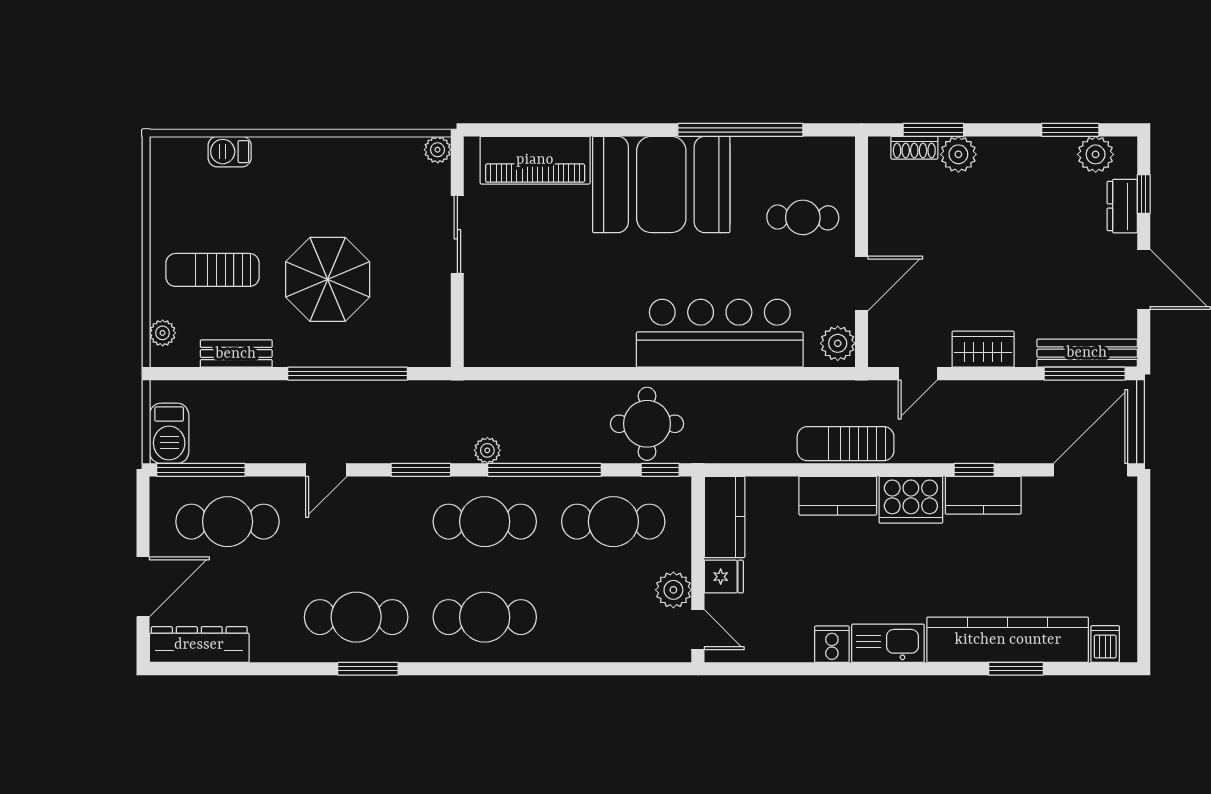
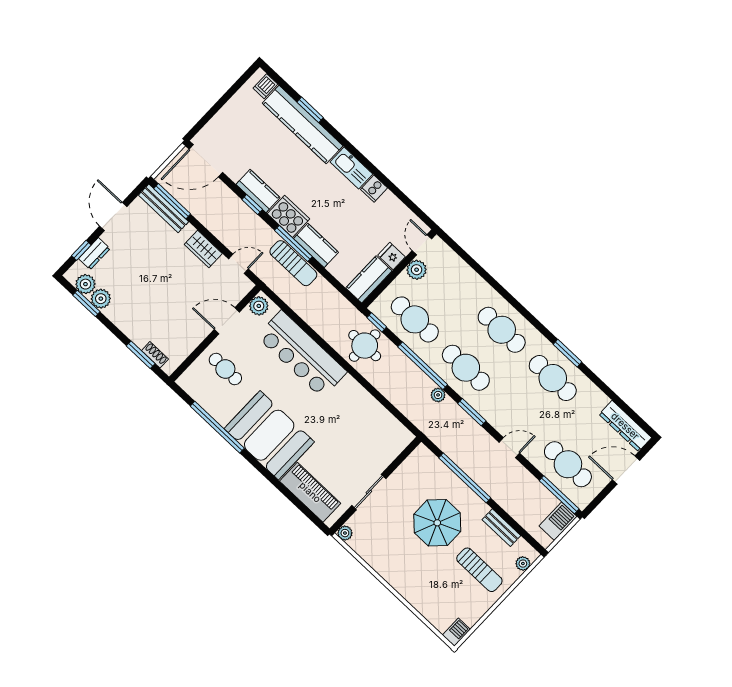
barbecue: (230, 152) -> (456, 632), moved, turned -90
plant: (958, 154) -> (101, 299), moved
window: (870, 470) -> (293, 244), added

